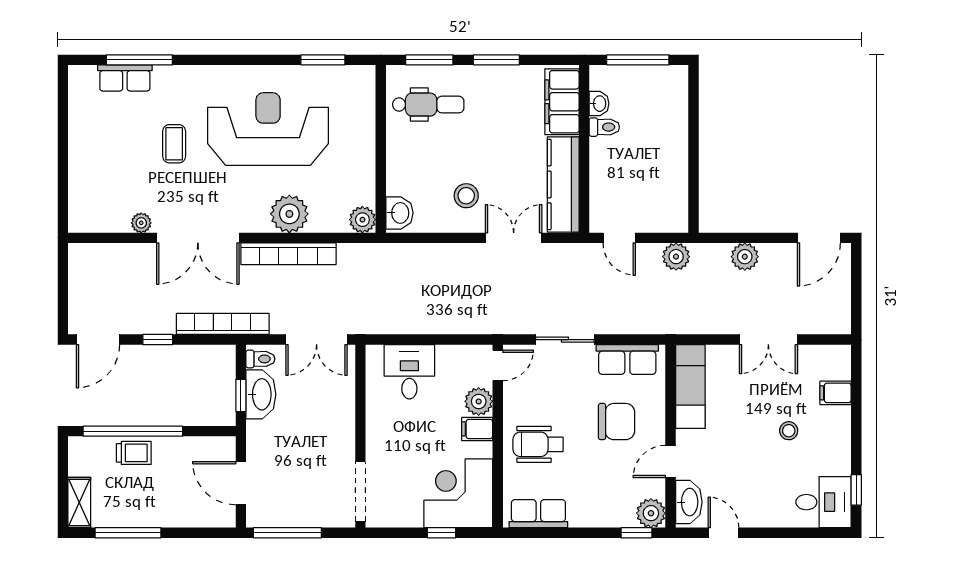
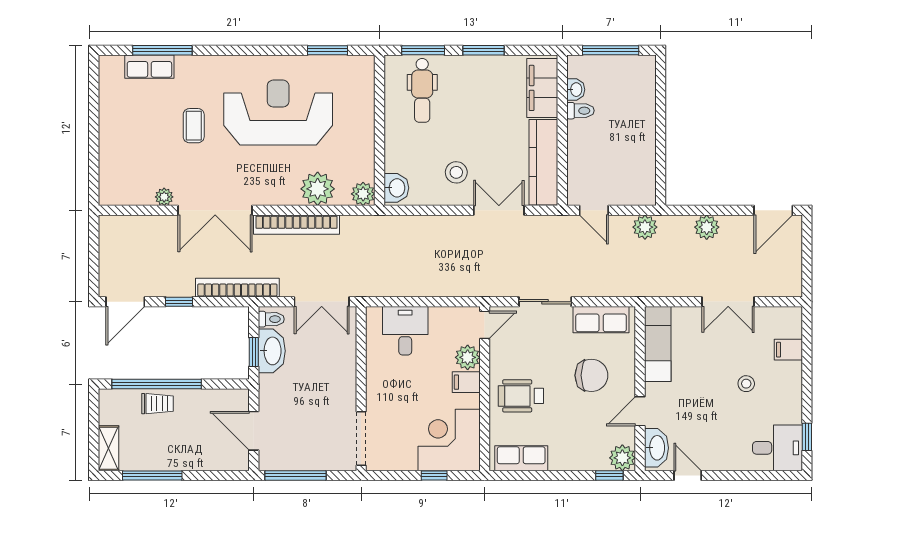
dental chair: (428, 105) -> (422, 90), turned 90
plant: (289, 214) -> (318, 189), moved

